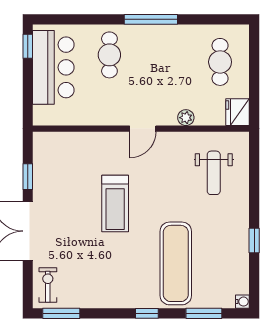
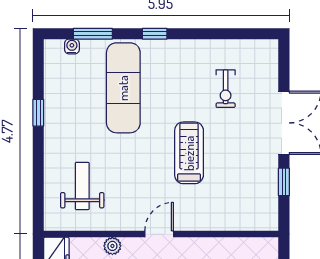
exercise bike: (48, 285) -> (226, 89), moved
water cooler: (242, 302) -> (72, 46), moved, turned 90
window: (61, 313) -> (248, 34), removed

